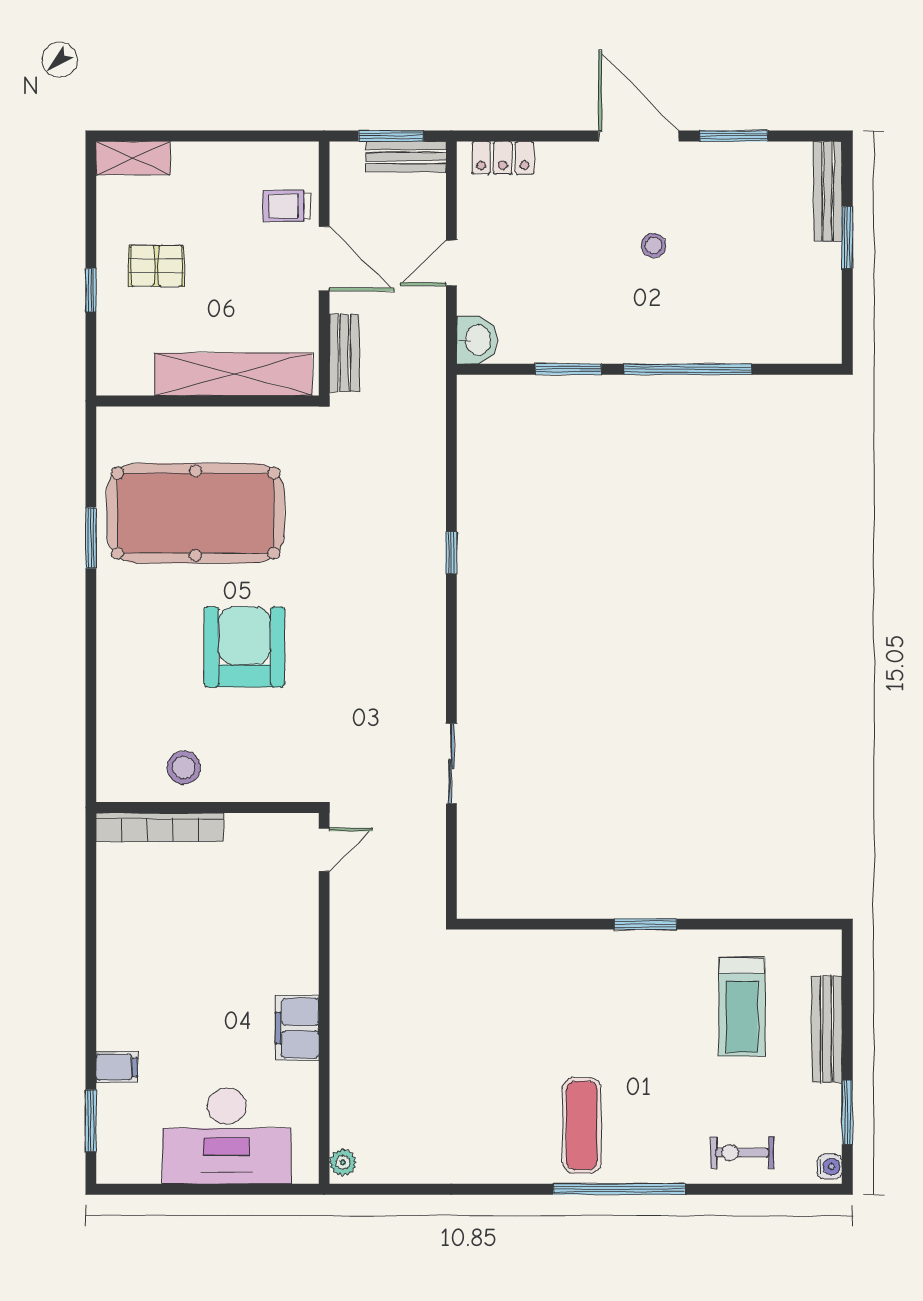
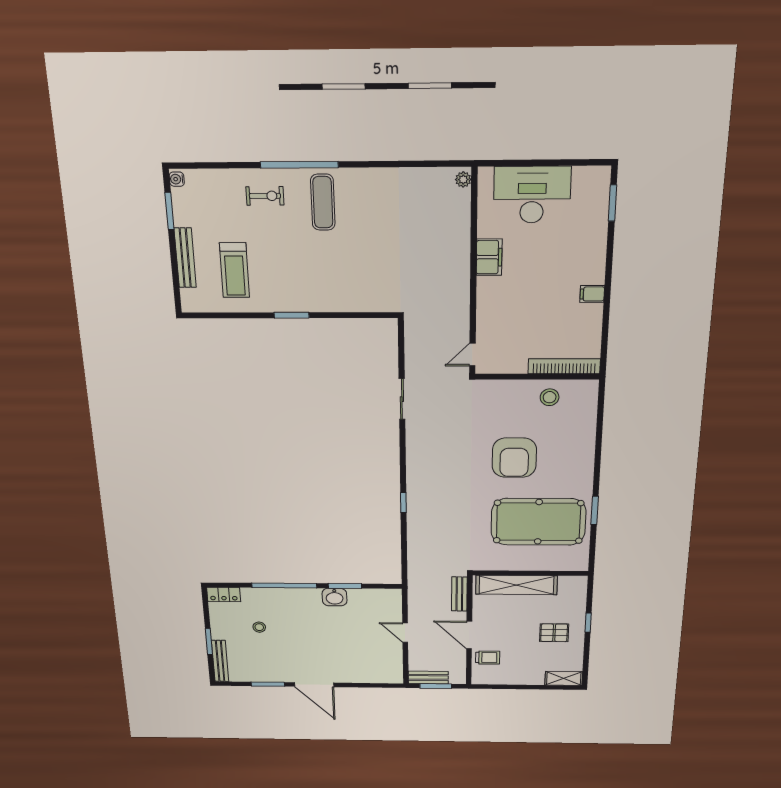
locker: (503, 158) -> (224, 595), moved, turned 180
stool: (654, 245) -> (259, 627), moved
door: (451, 263) -> (405, 633), swing flipped
washbasin: (477, 340) -> (335, 597), moved, turned -90
treadmill: (742, 1007) -> (234, 270), turned 180
filing cabinet: (117, 1067) -> (592, 294), moved
exercise bike: (742, 1153) -> (265, 196), moved

